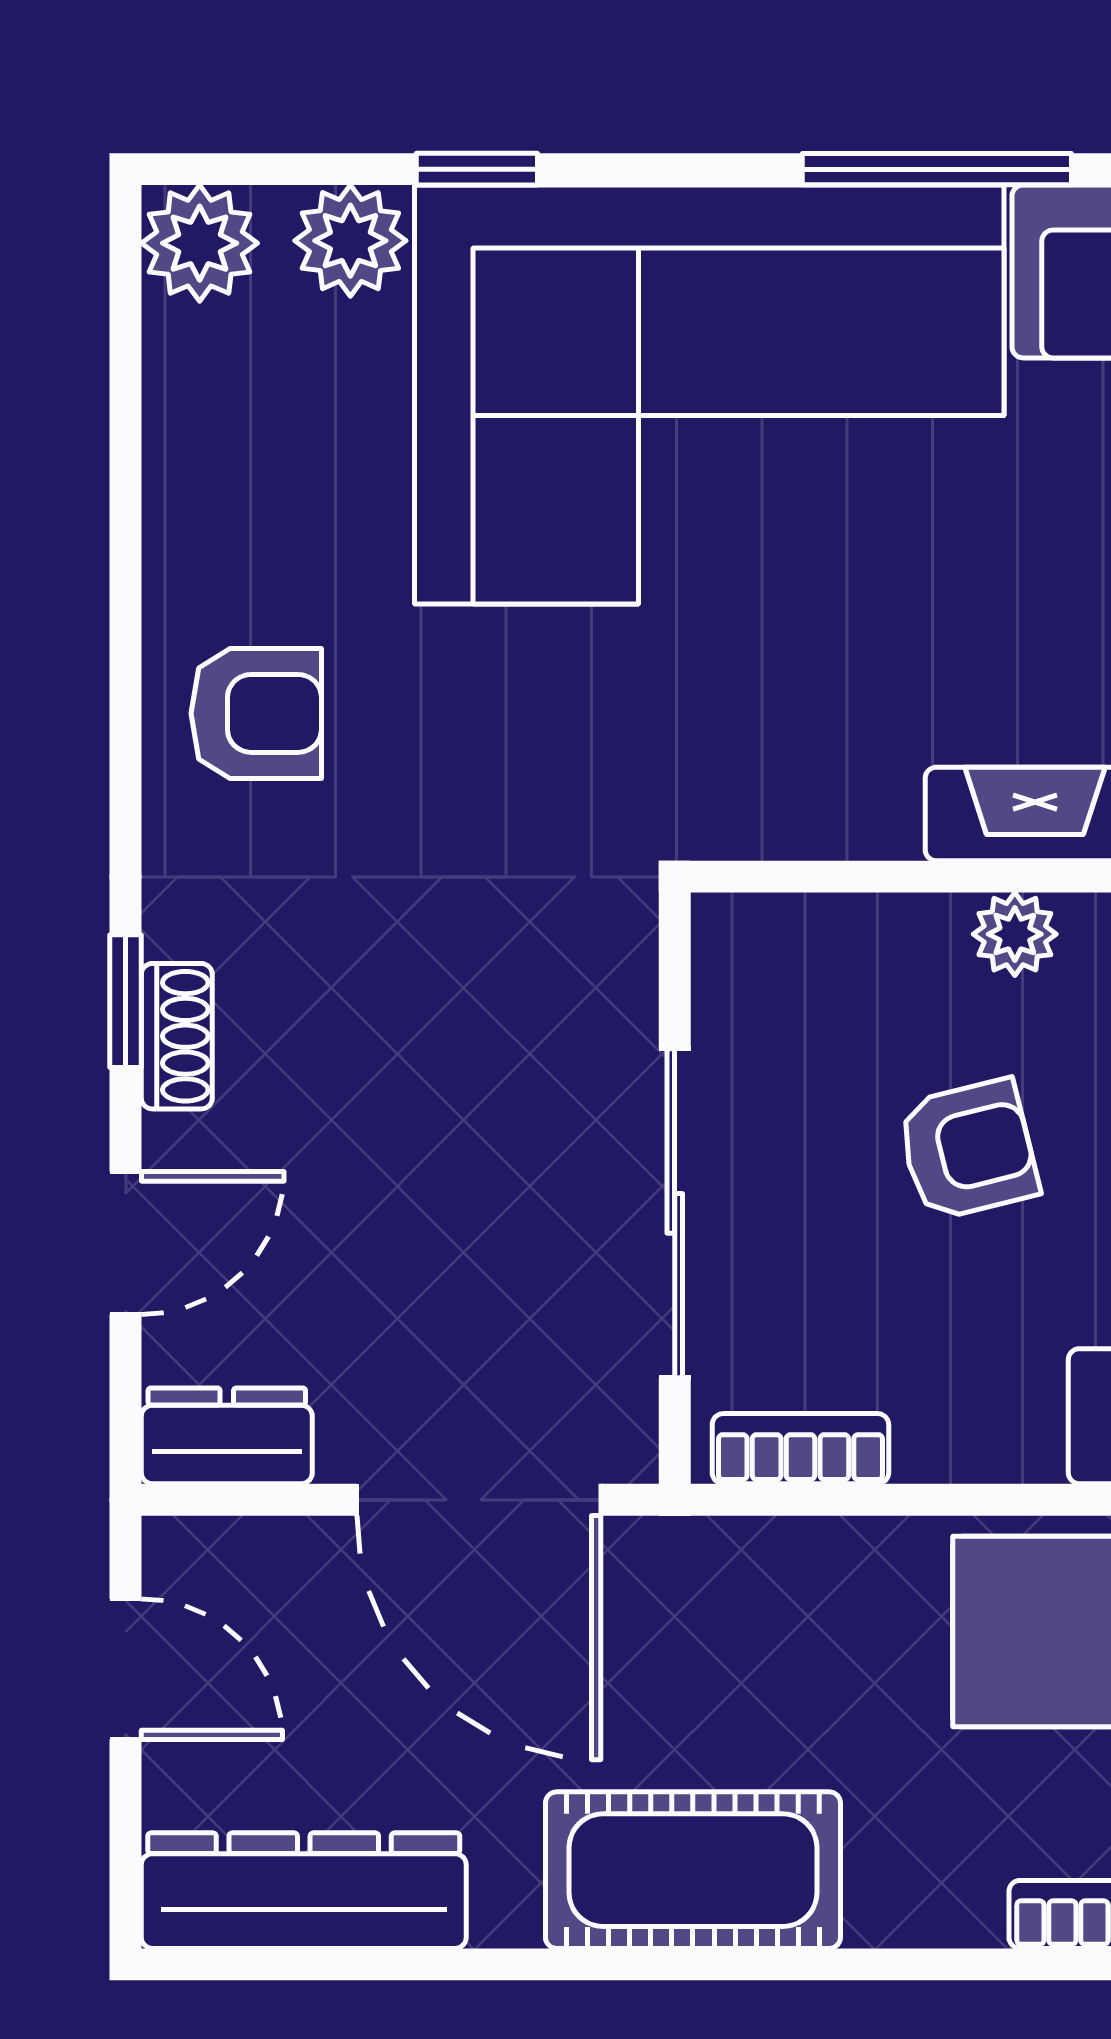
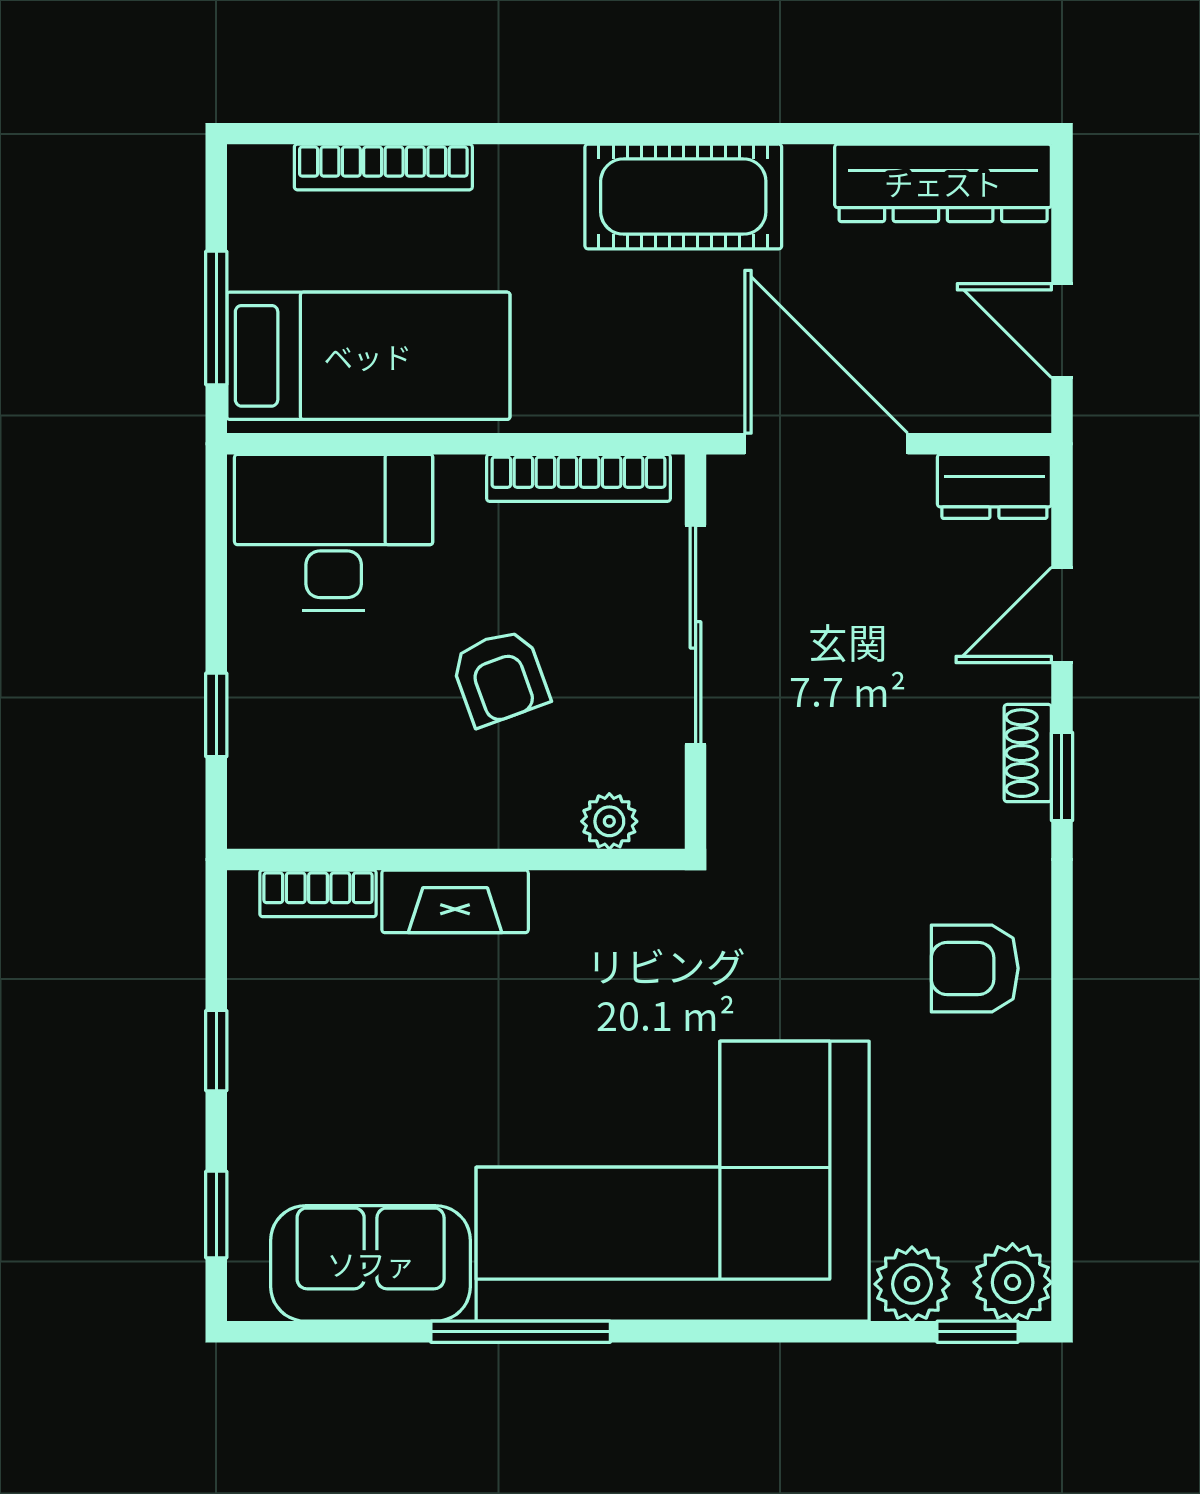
window: (477, 169) -> (978, 1332), moved
plant: (1015, 934) -> (609, 821), moved
armchair: (968, 1150) -> (500, 677), turned -96
bookcase: (800, 1449) -> (578, 478), width x1.56

